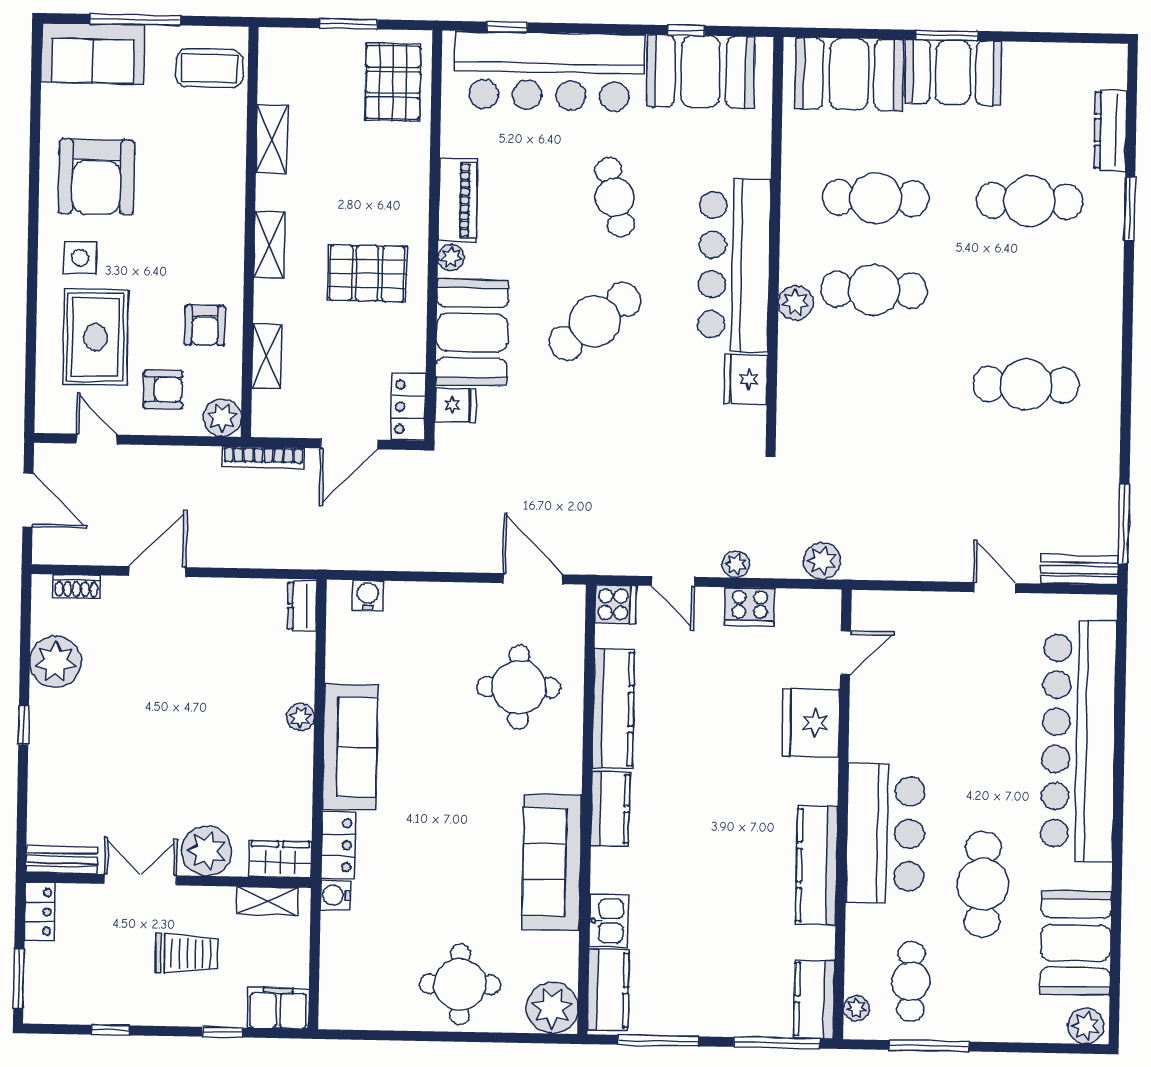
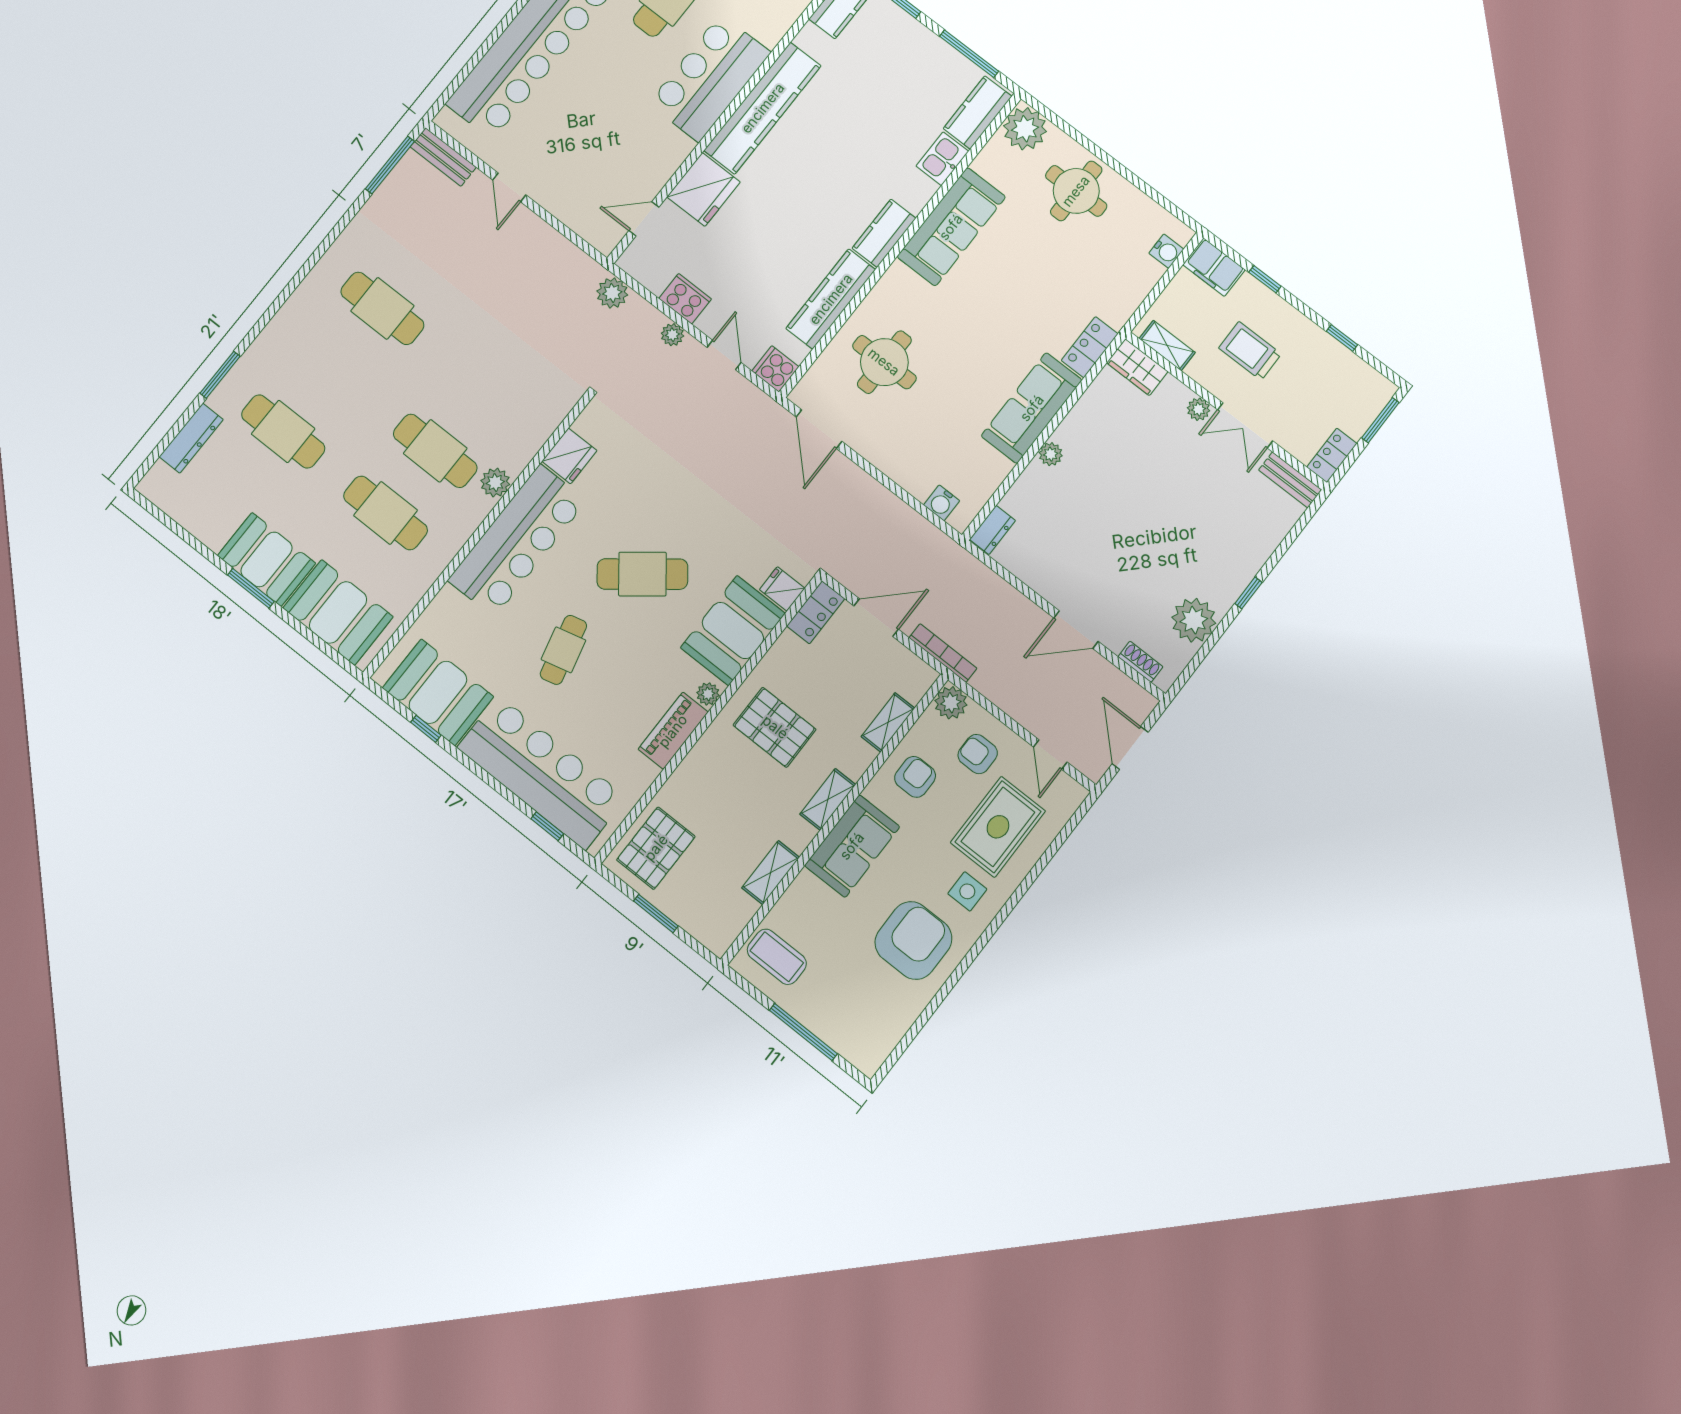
sofa: (93, 53) -> (852, 846), moved, turned 90
plant: (207, 851) -> (1199, 409), width x0.53, depth x0.53
kitchen counter: (817, 865) -> (763, 108), width x1.39, depth x1.17
water cooler: (335, 895) -> (1166, 251), moved

